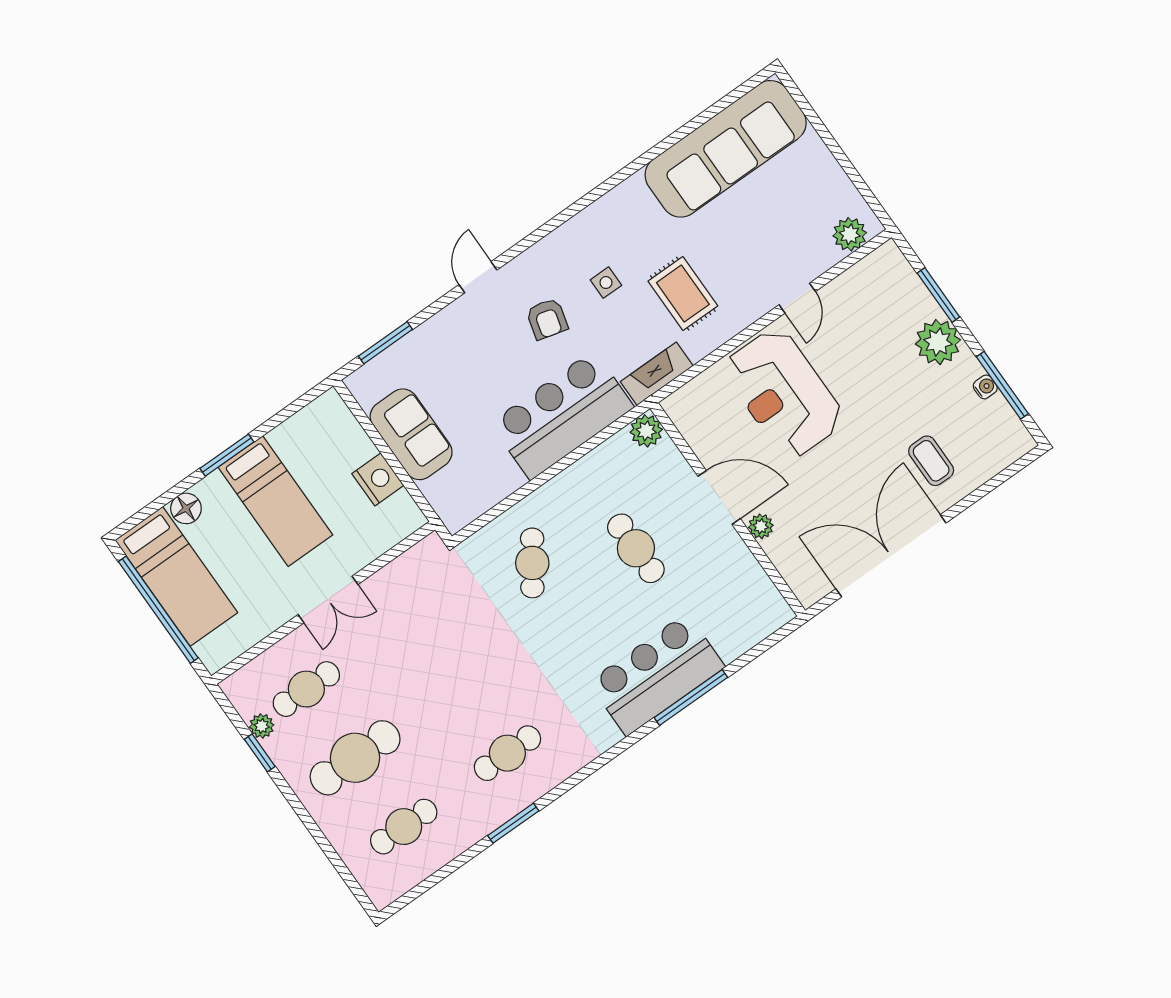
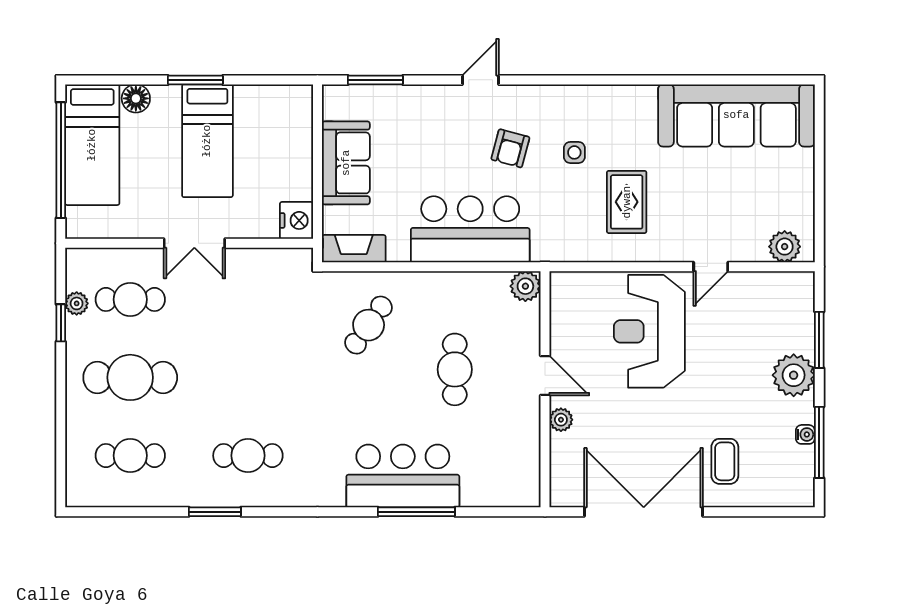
fireplace: (657, 374) -> (354, 249), moved
nightstand: (378, 479) -> (296, 220), moved
door: (719, 497) -> (545, 376), width x0.73

